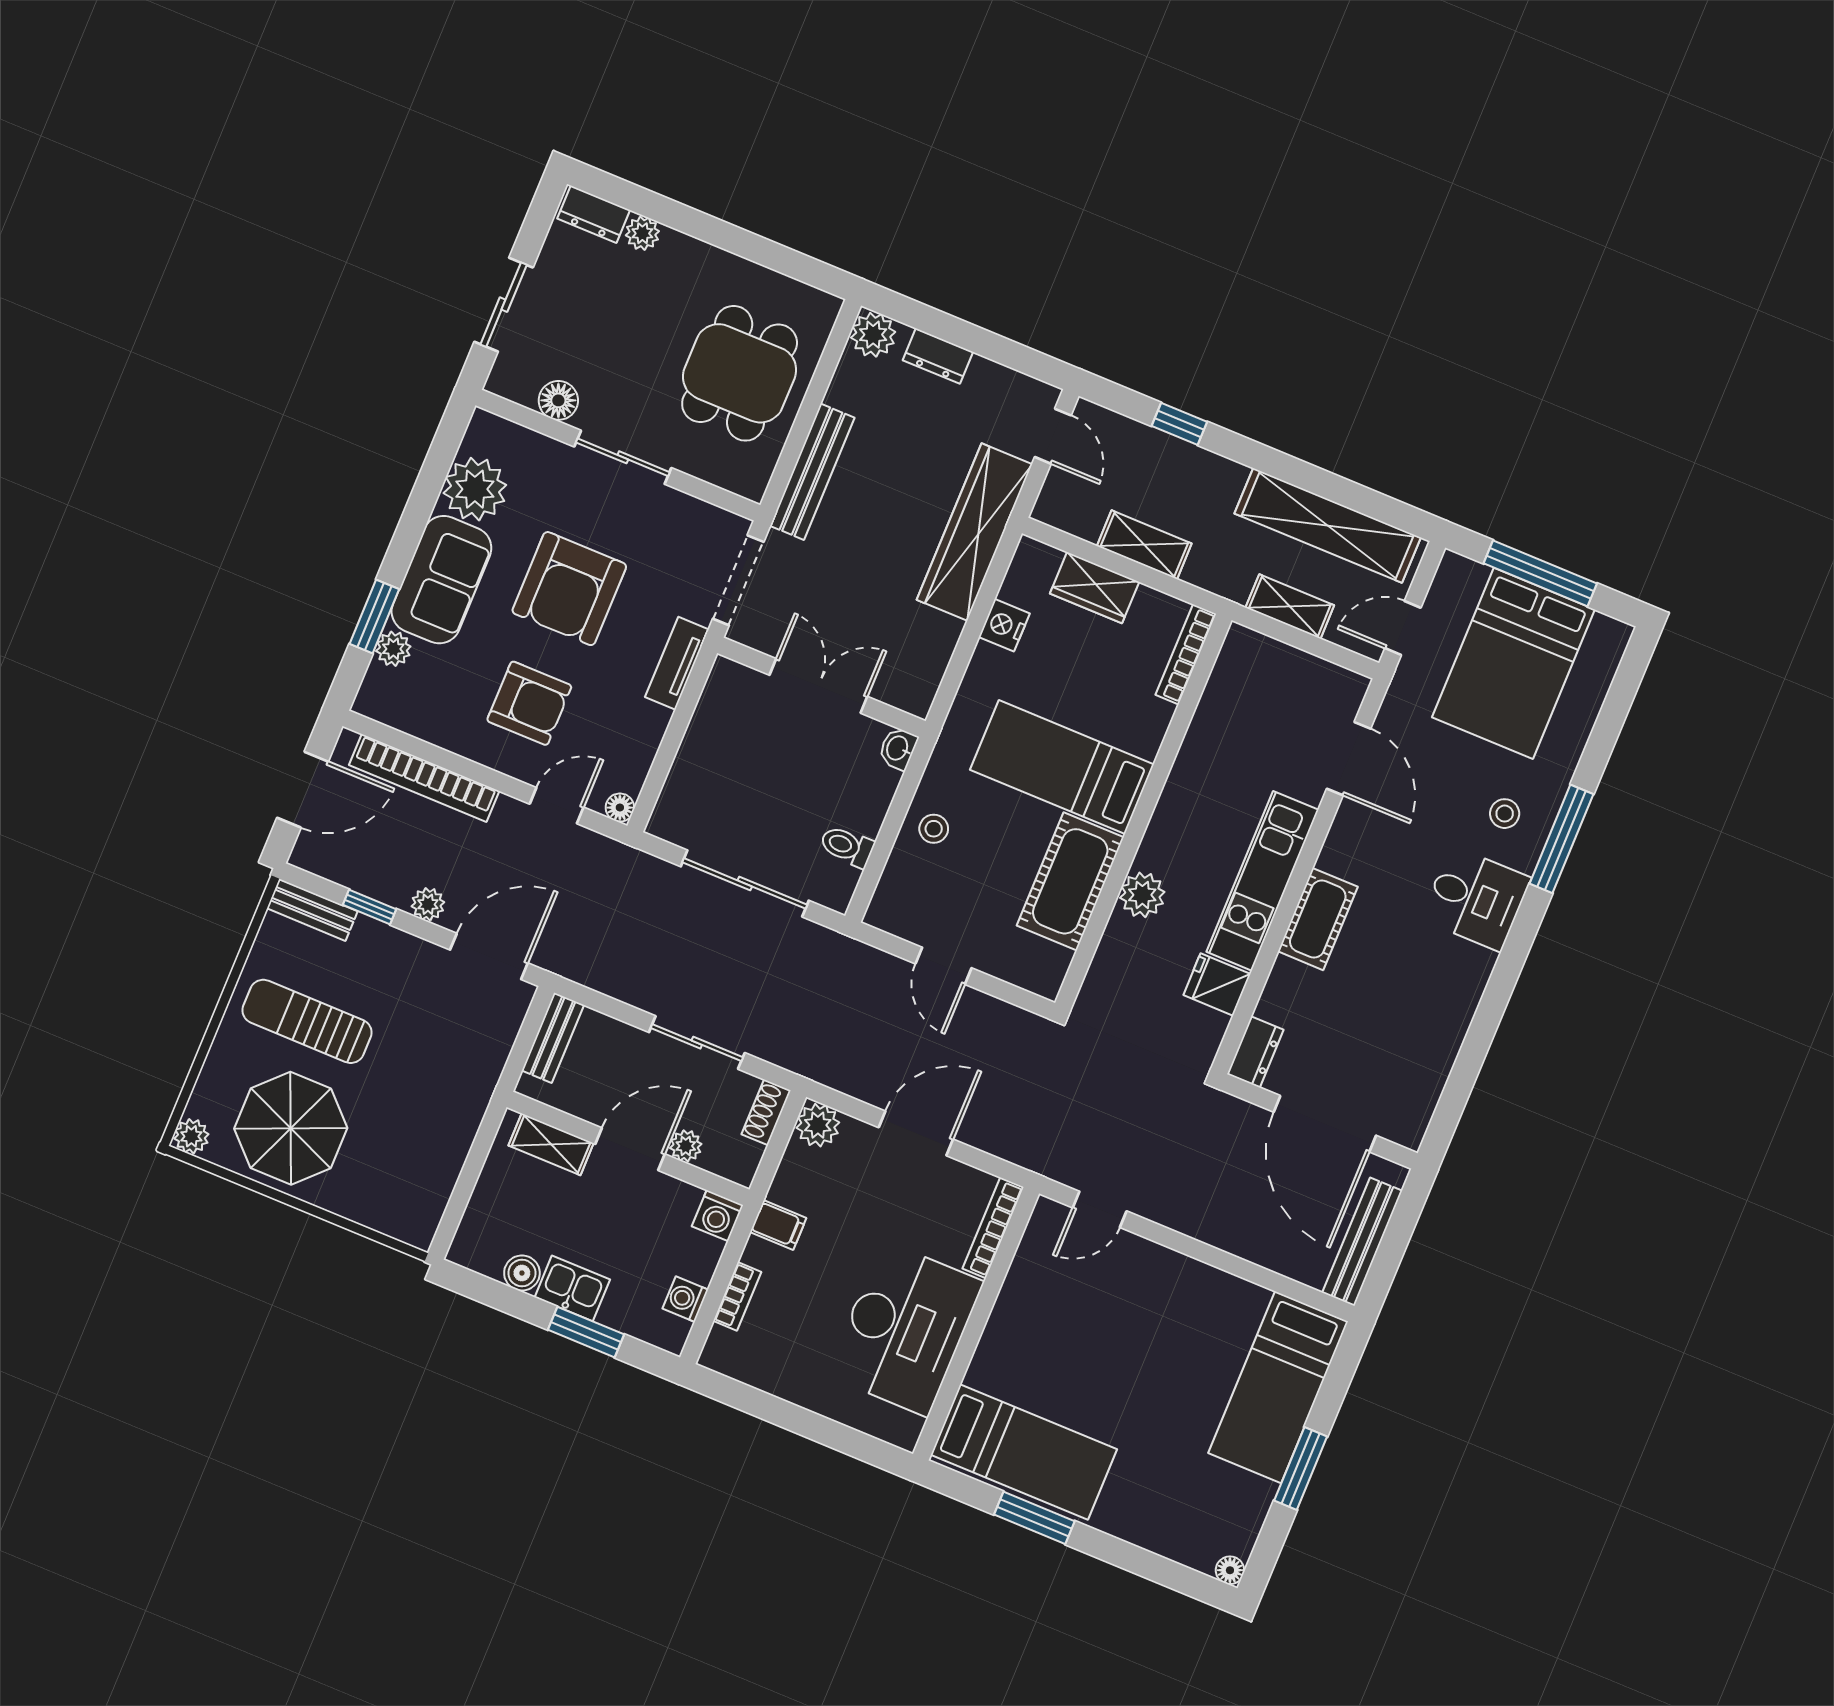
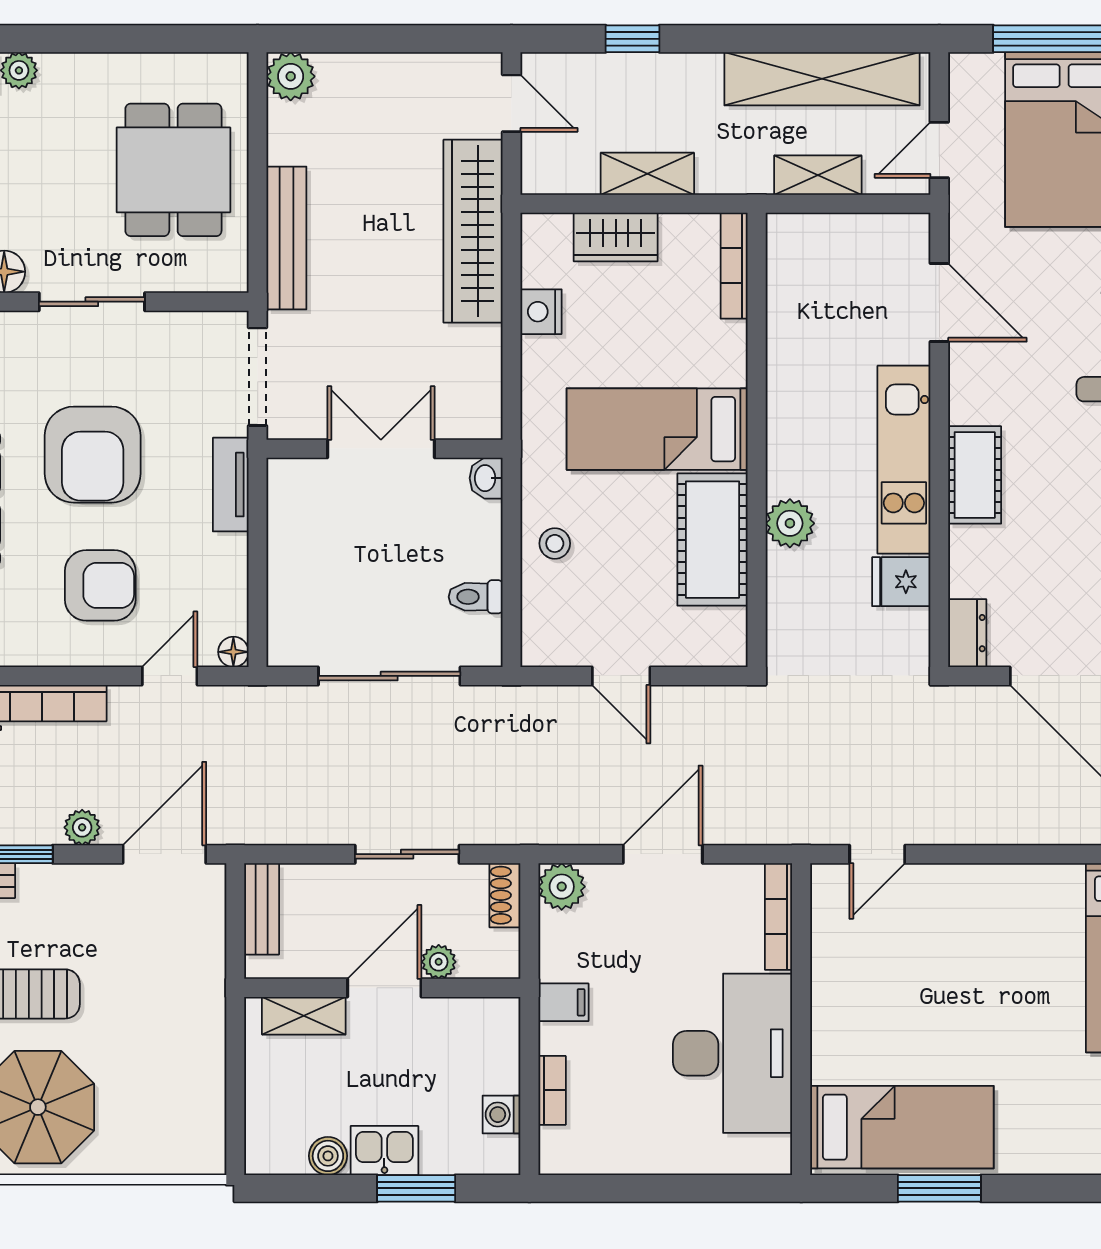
dresser: (938, 356) -> (364, 71), removed
washing machine: (718, 1216) -> (499, 1018), removed

